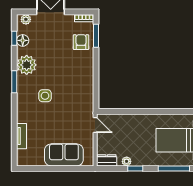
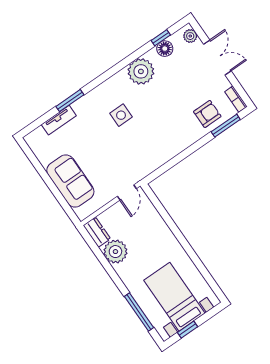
window: (14, 82) -> (70, 101), moved
plant: (127, 161) -> (115, 252), width x1.87, depth x1.87
window: (135, 169) -> (110, 270), removed

